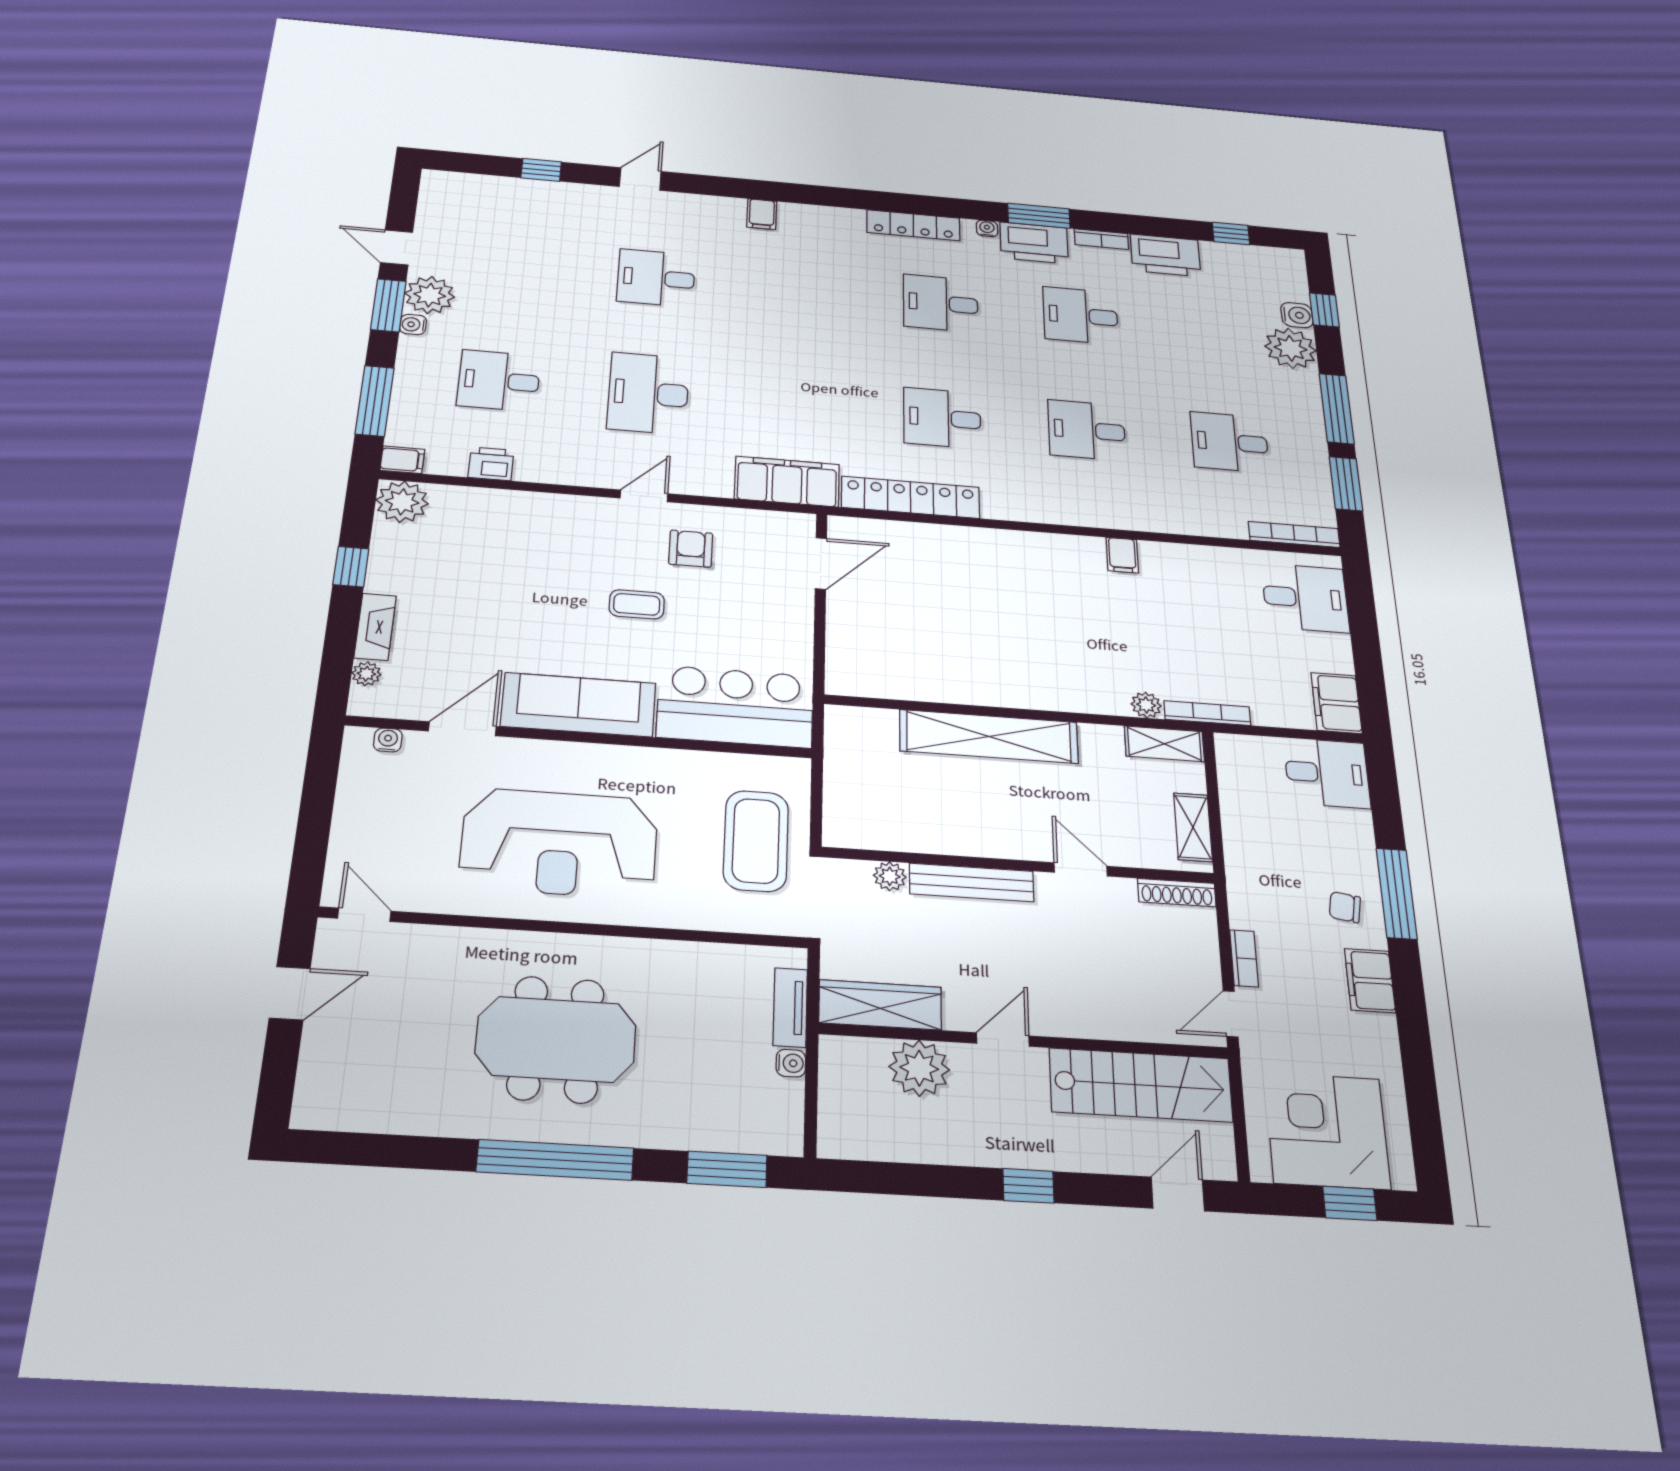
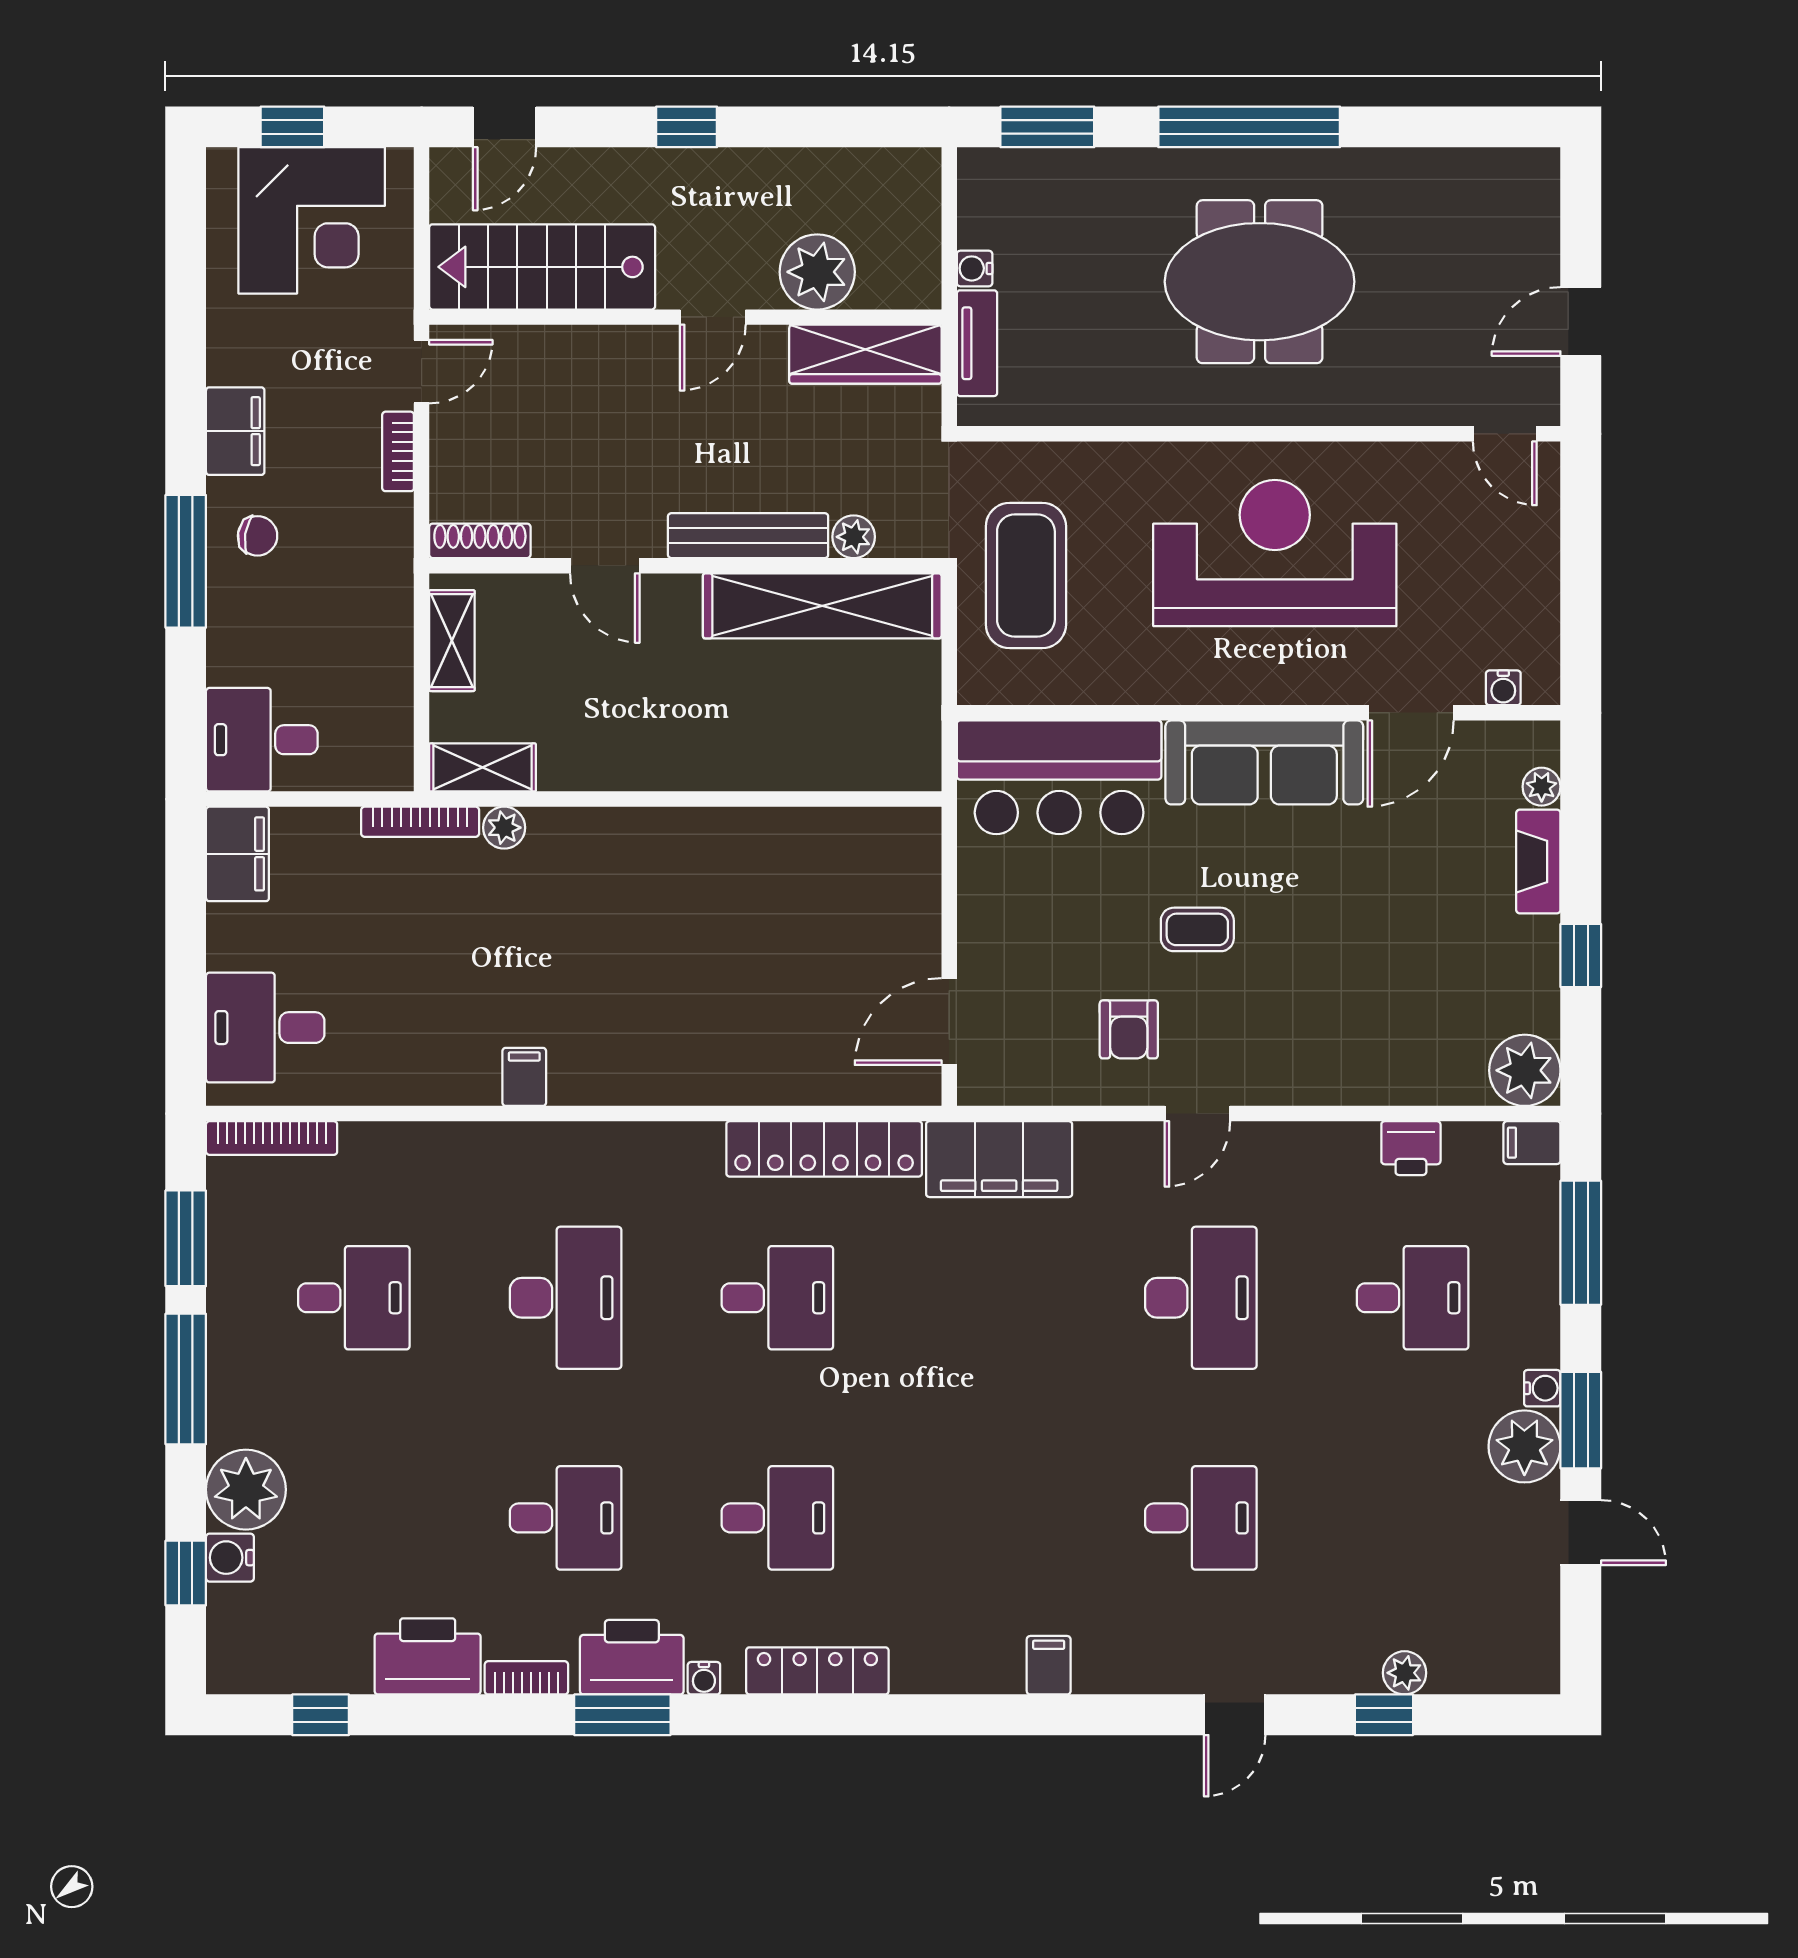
plant: (525, 189) -> (1405, 1673), added
desk: (1087, 430) -> (566, 1298), width x1.37
shelving: (989, 737) -> (822, 606), moved

